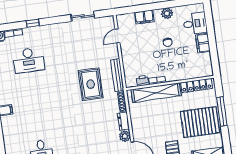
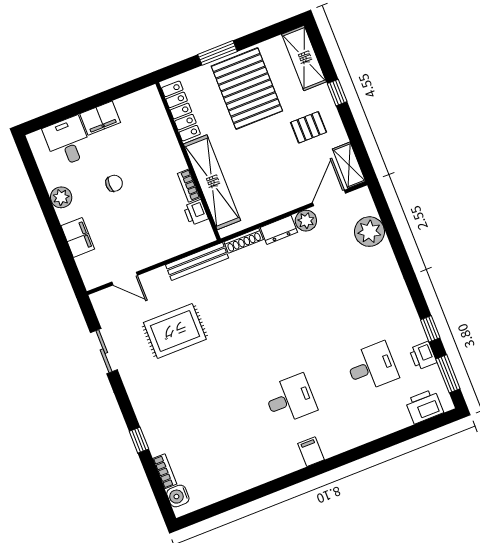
desk: (29, 60) -> (290, 399), moved, width x0.73
rug: (91, 84) -> (175, 331), moved
window: (222, 111) -> (217, 53), width x0.69

